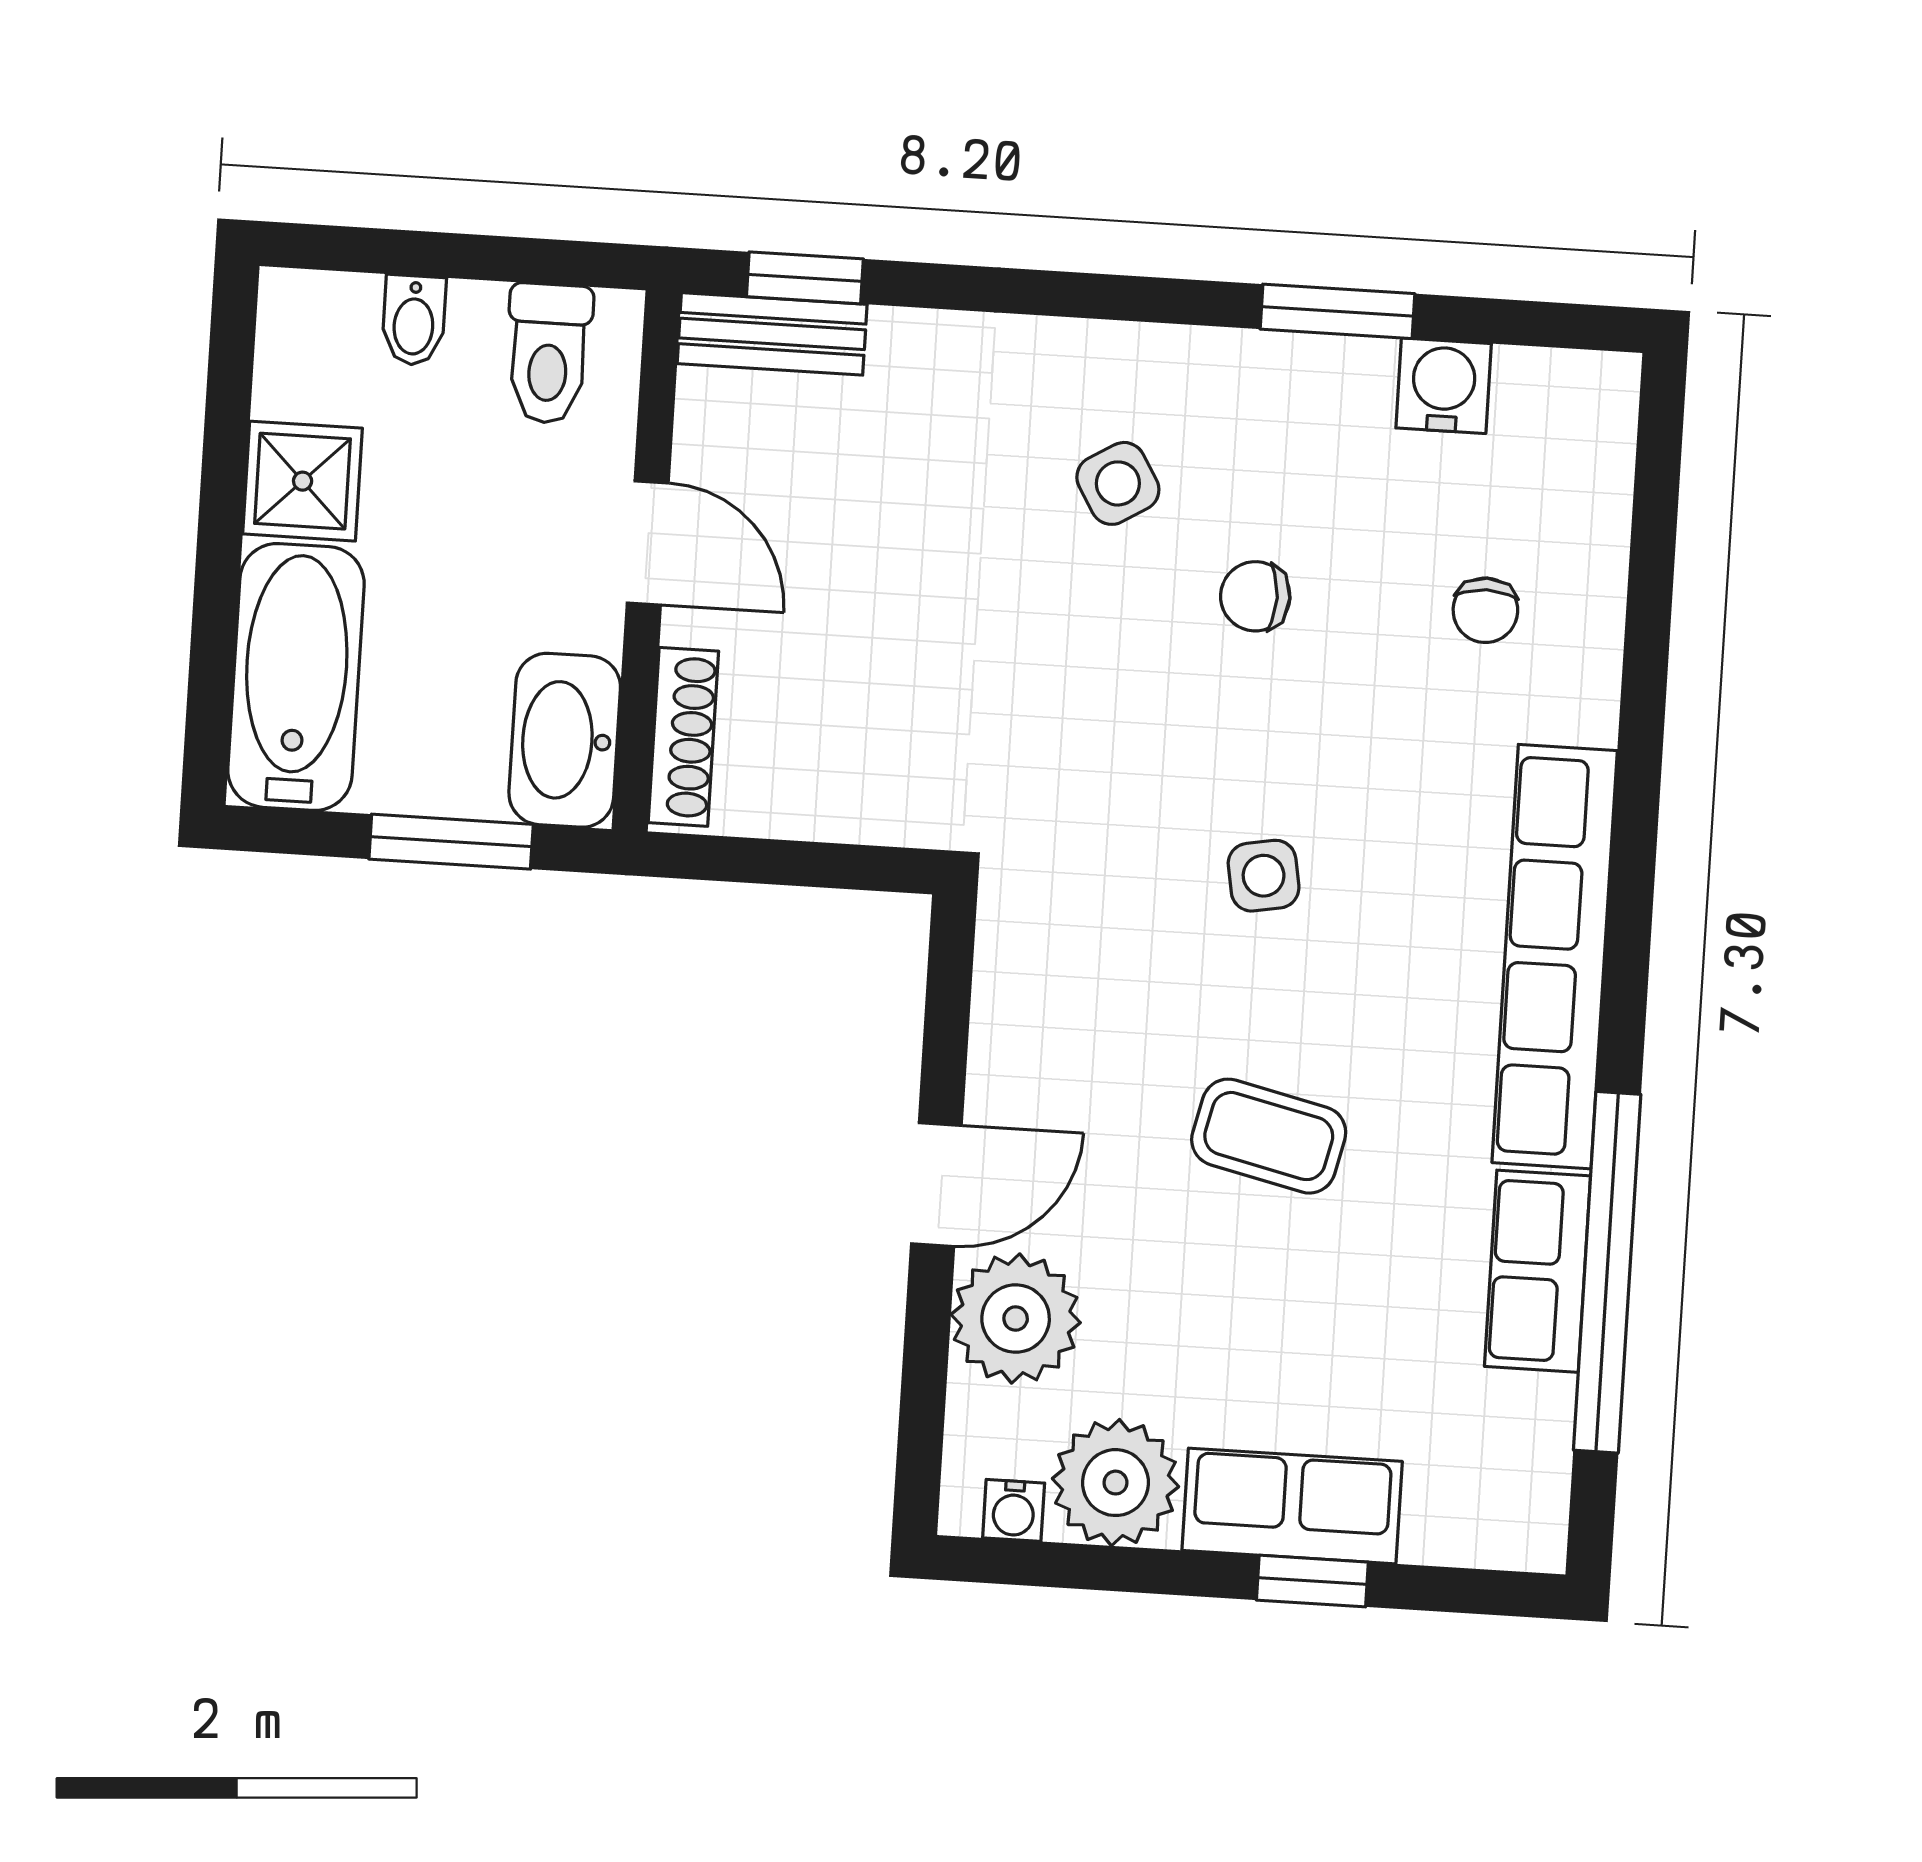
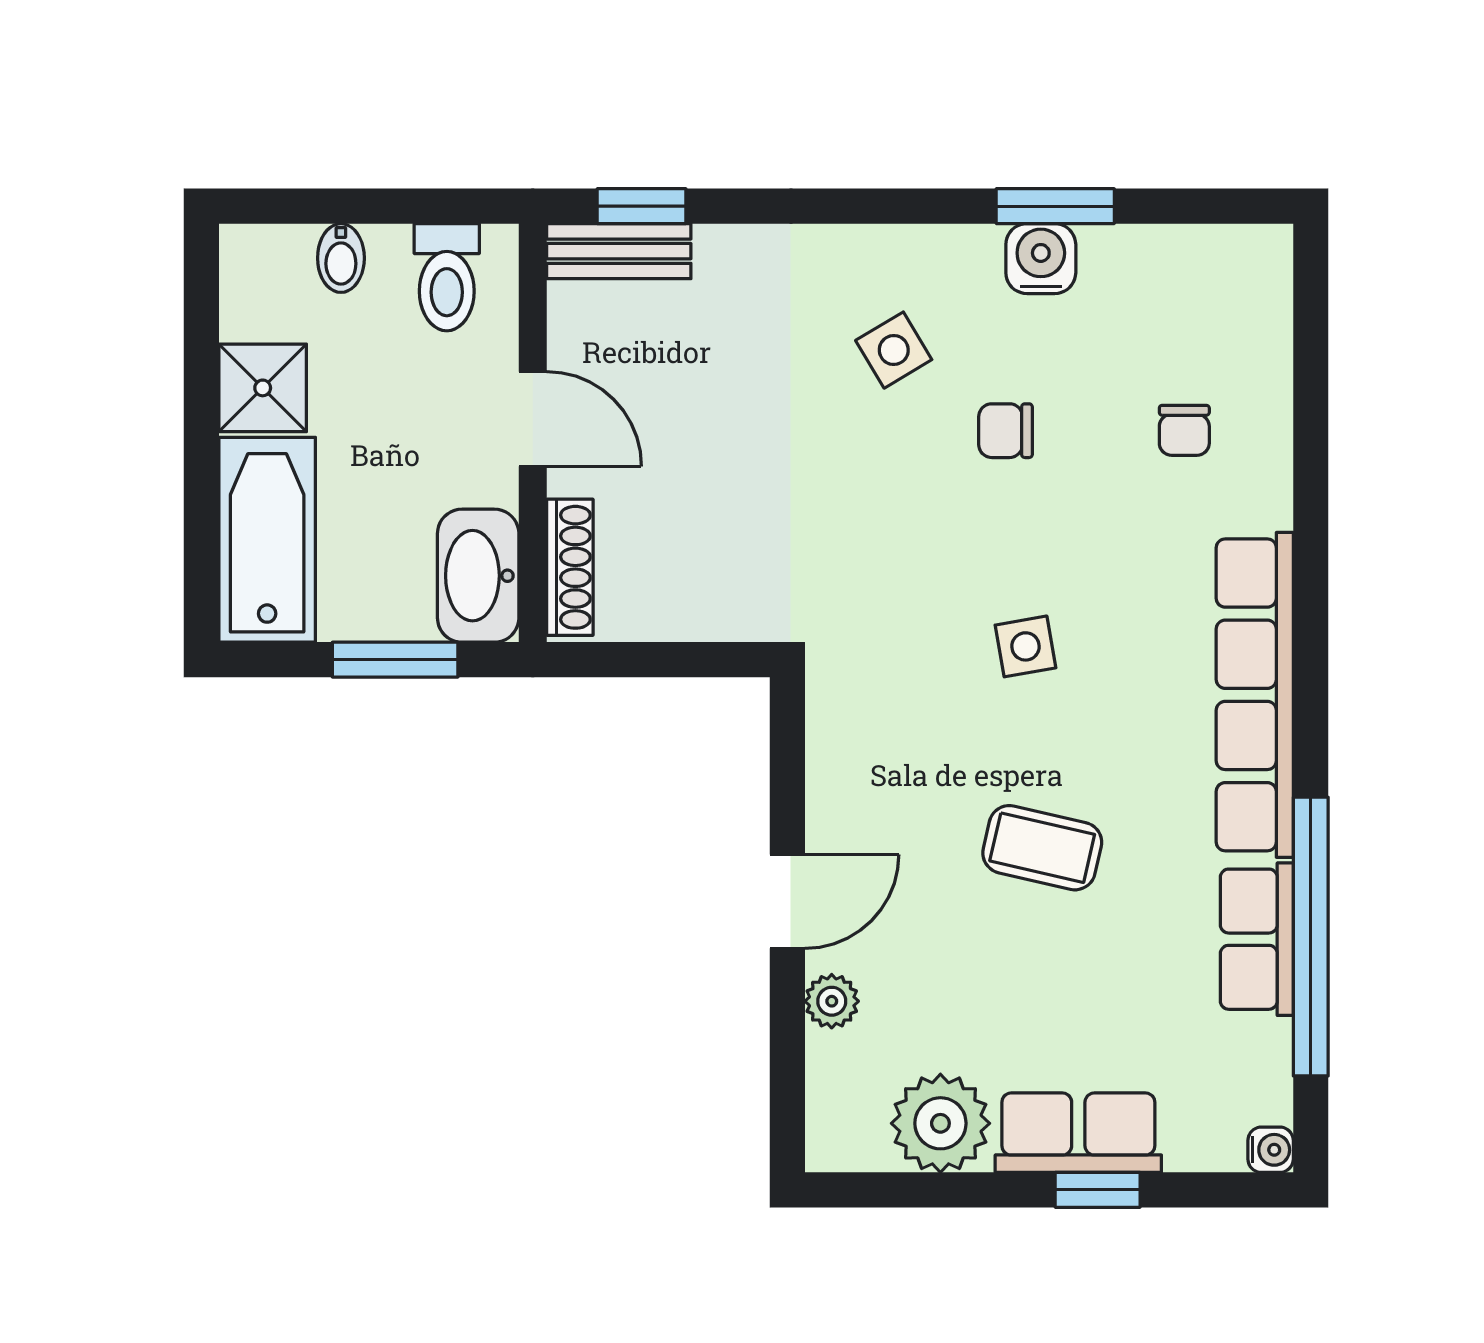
water cooler: (1444, 386) -> (1041, 259), moved
plant: (1016, 1319) -> (832, 1001), width x0.53, depth x0.53
water cooler: (1014, 1510) -> (1271, 1150), moved, turned -90

